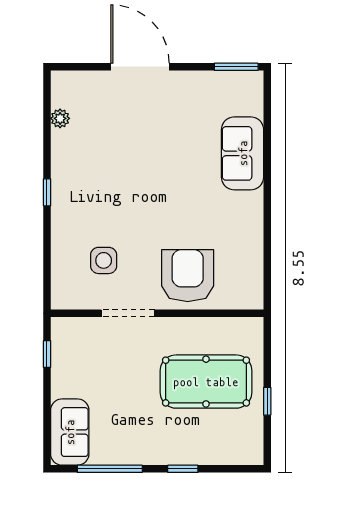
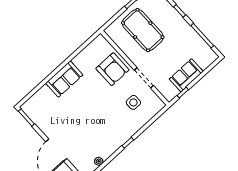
sofa: (243, 153) -> (64, 79), moved
armchair: (188, 276) -> (112, 69), turned -90
sofa: (70, 432) -> (186, 75), moved

